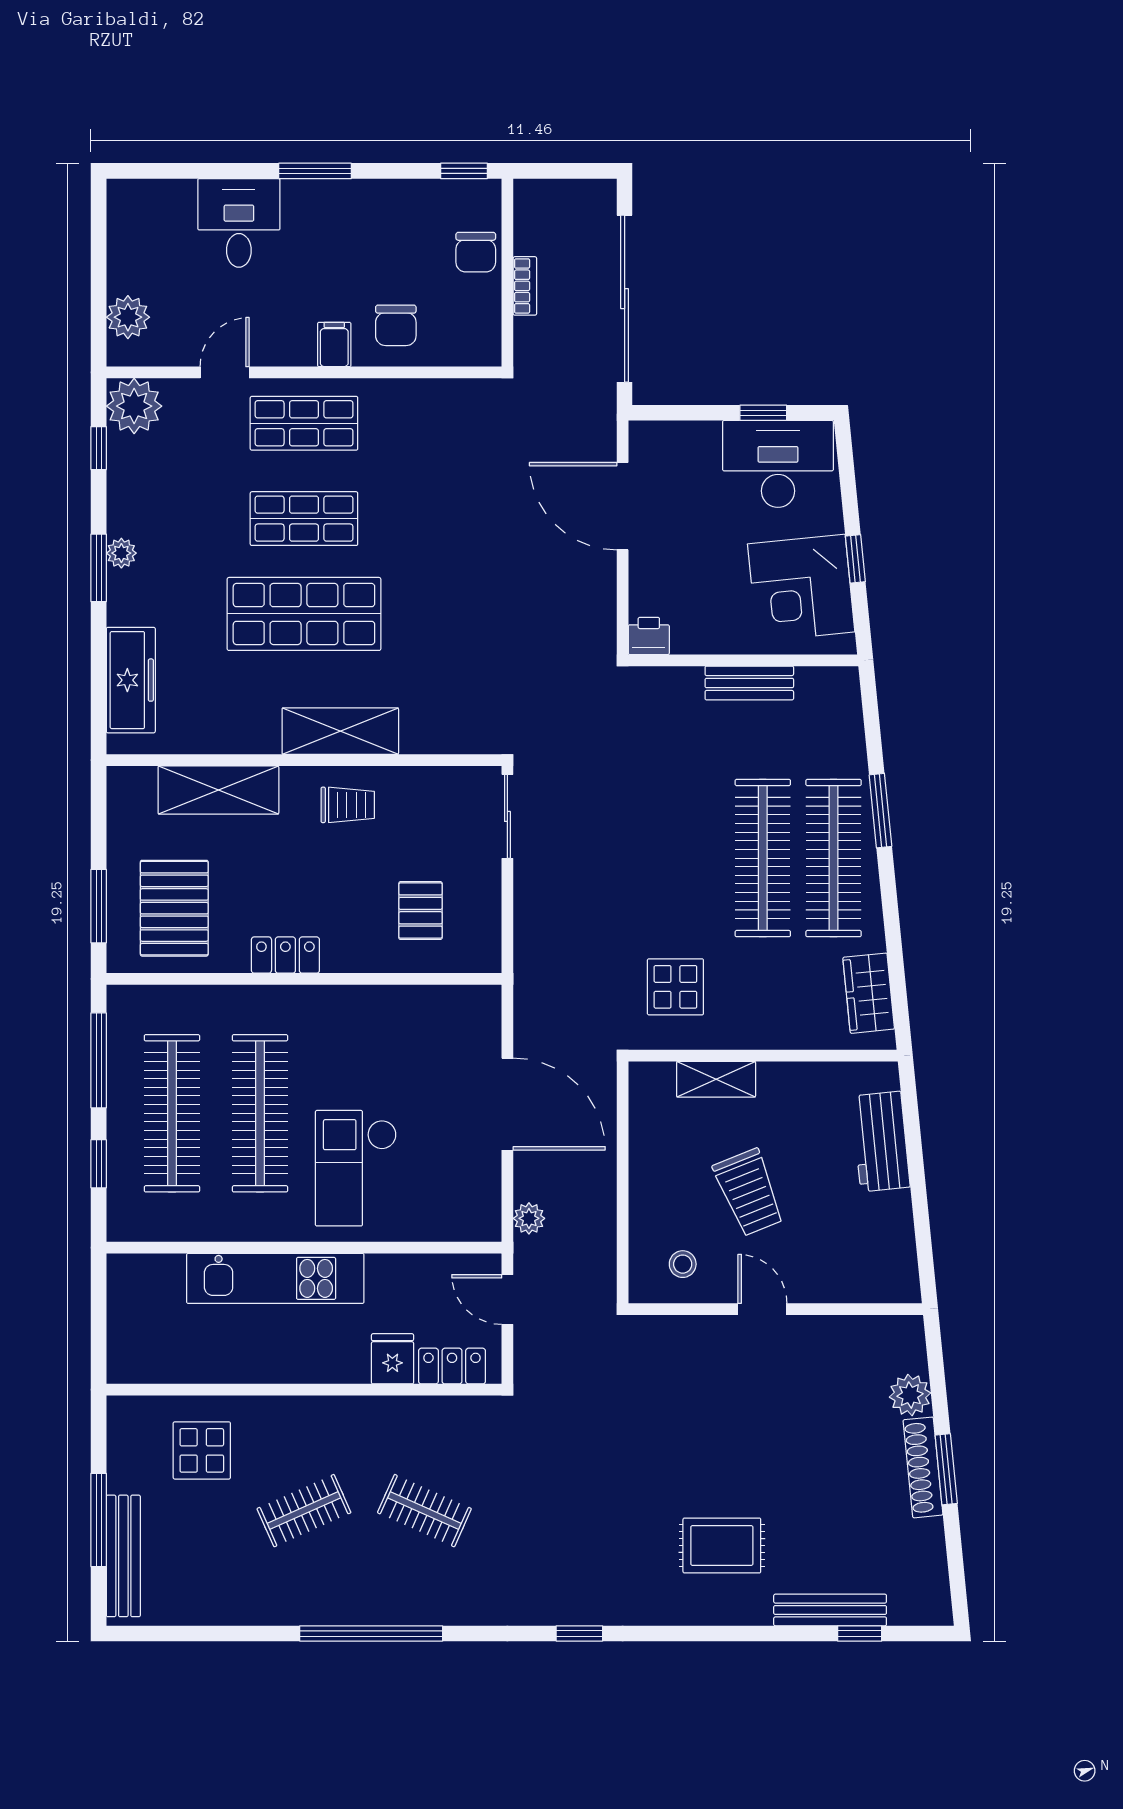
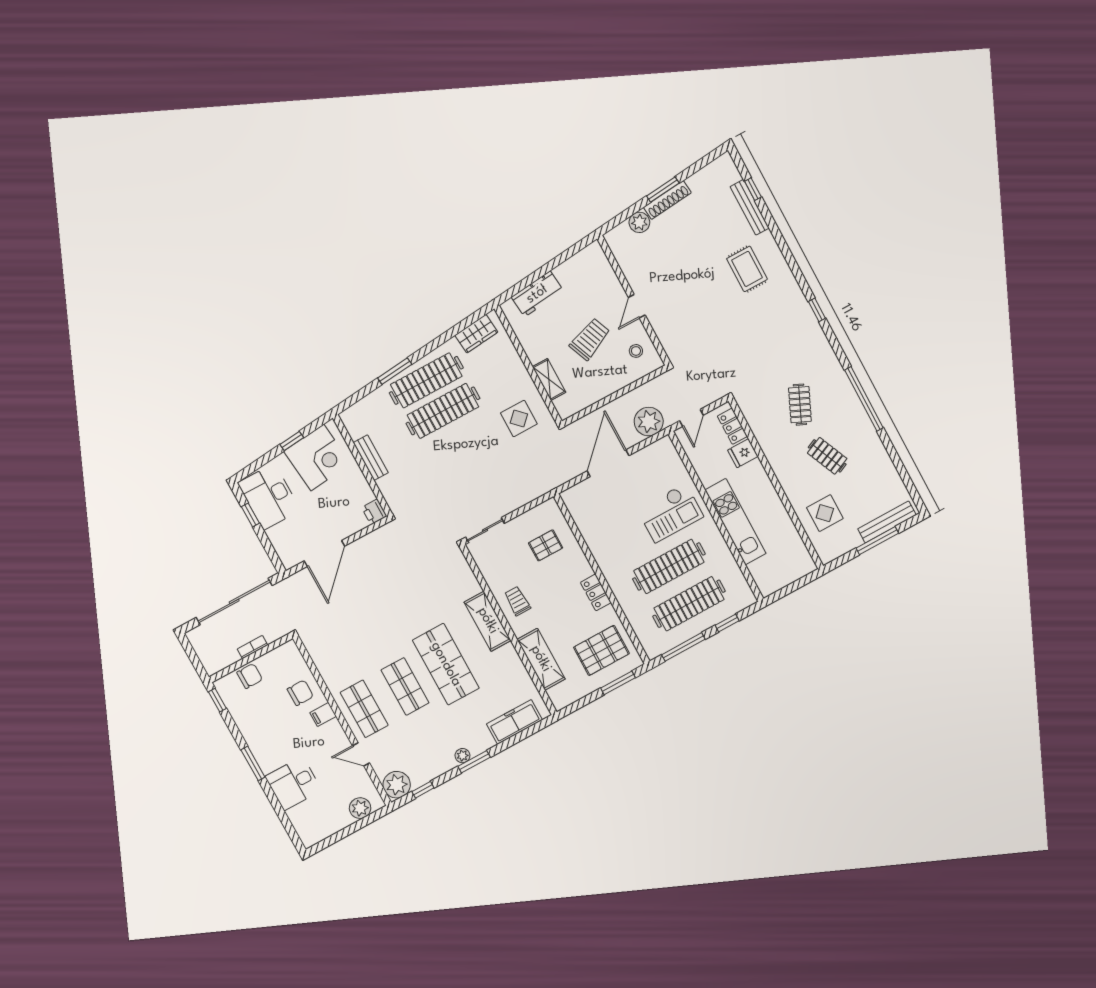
plant: (529, 1218) -> (649, 422), width x1.87, depth x1.87

